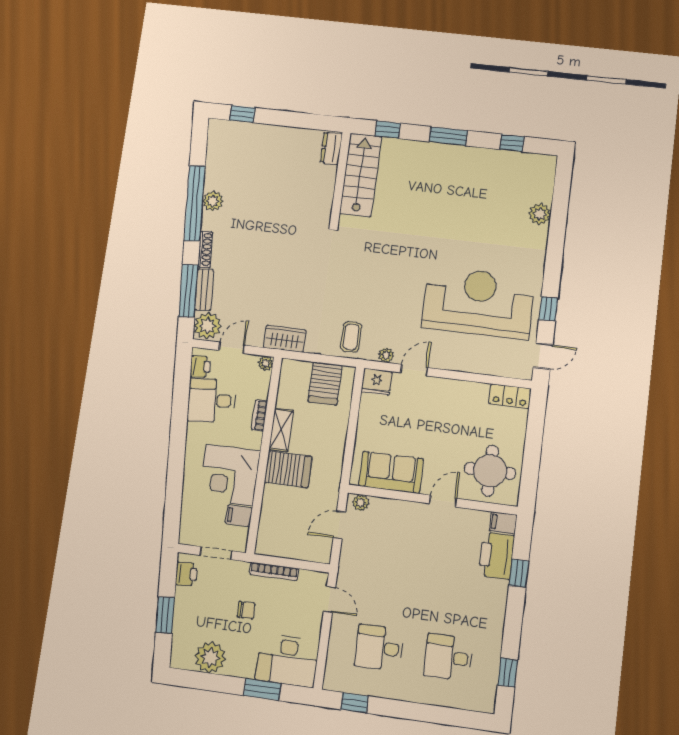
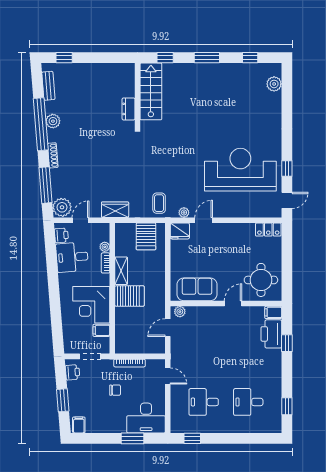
dresser: (331, 148) -> (129, 109), moved
plant: (540, 214) -> (274, 84), moved
bench: (204, 290) -> (48, 86), moved
plant: (266, 363) -> (105, 247), moved
filing cabinet: (184, 657) -> (79, 425), added
plant: (210, 657) -> (96, 423), removed

